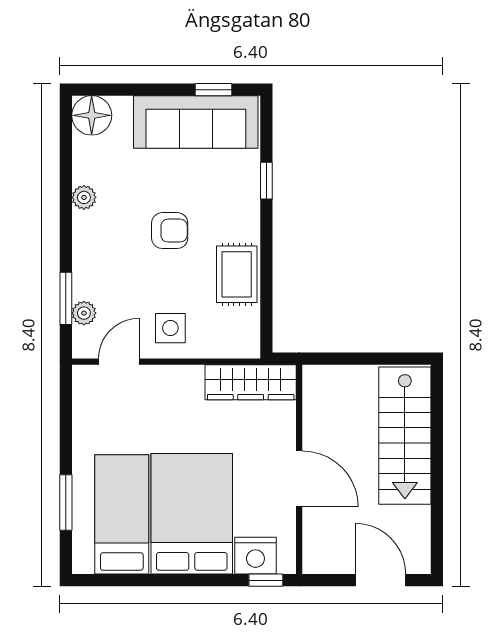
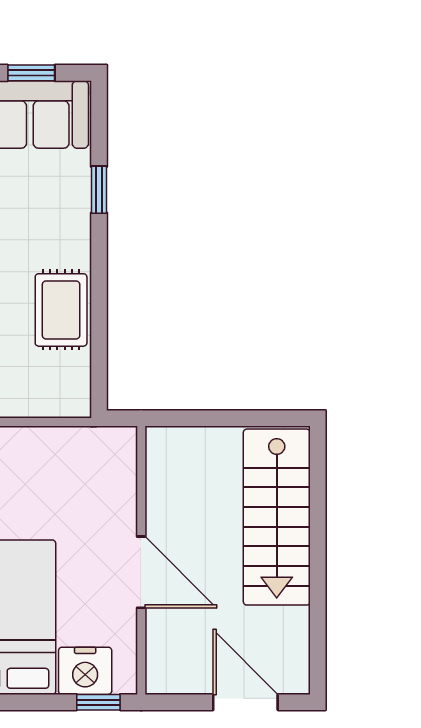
wardrobe: (251, 382) -> (79, 449), removed

